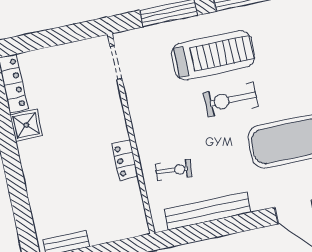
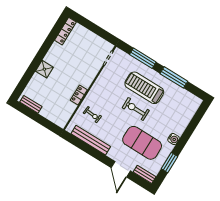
treadmill: (213, 55) -> (144, 88), turned 180
shower: (26, 125) -> (44, 69), moved

